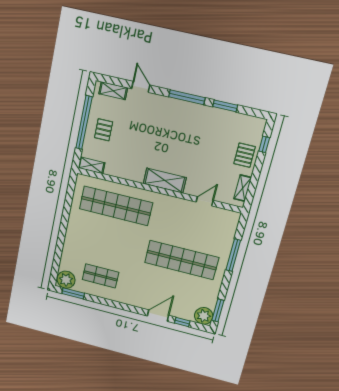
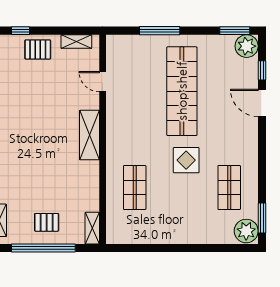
shop shelf: (116, 206) -> (135, 187), width x0.50, depth x0.74
display table: (128, 250) -> (186, 160), added

